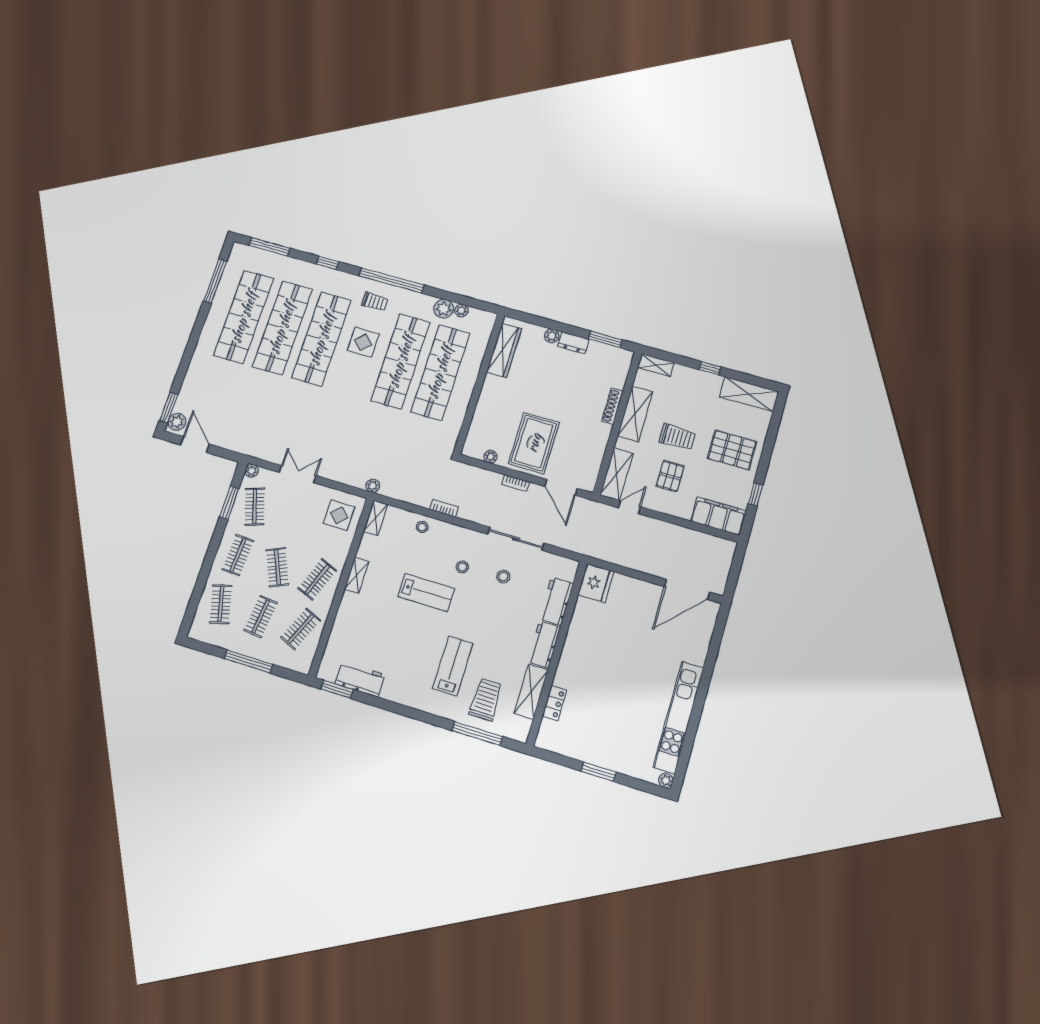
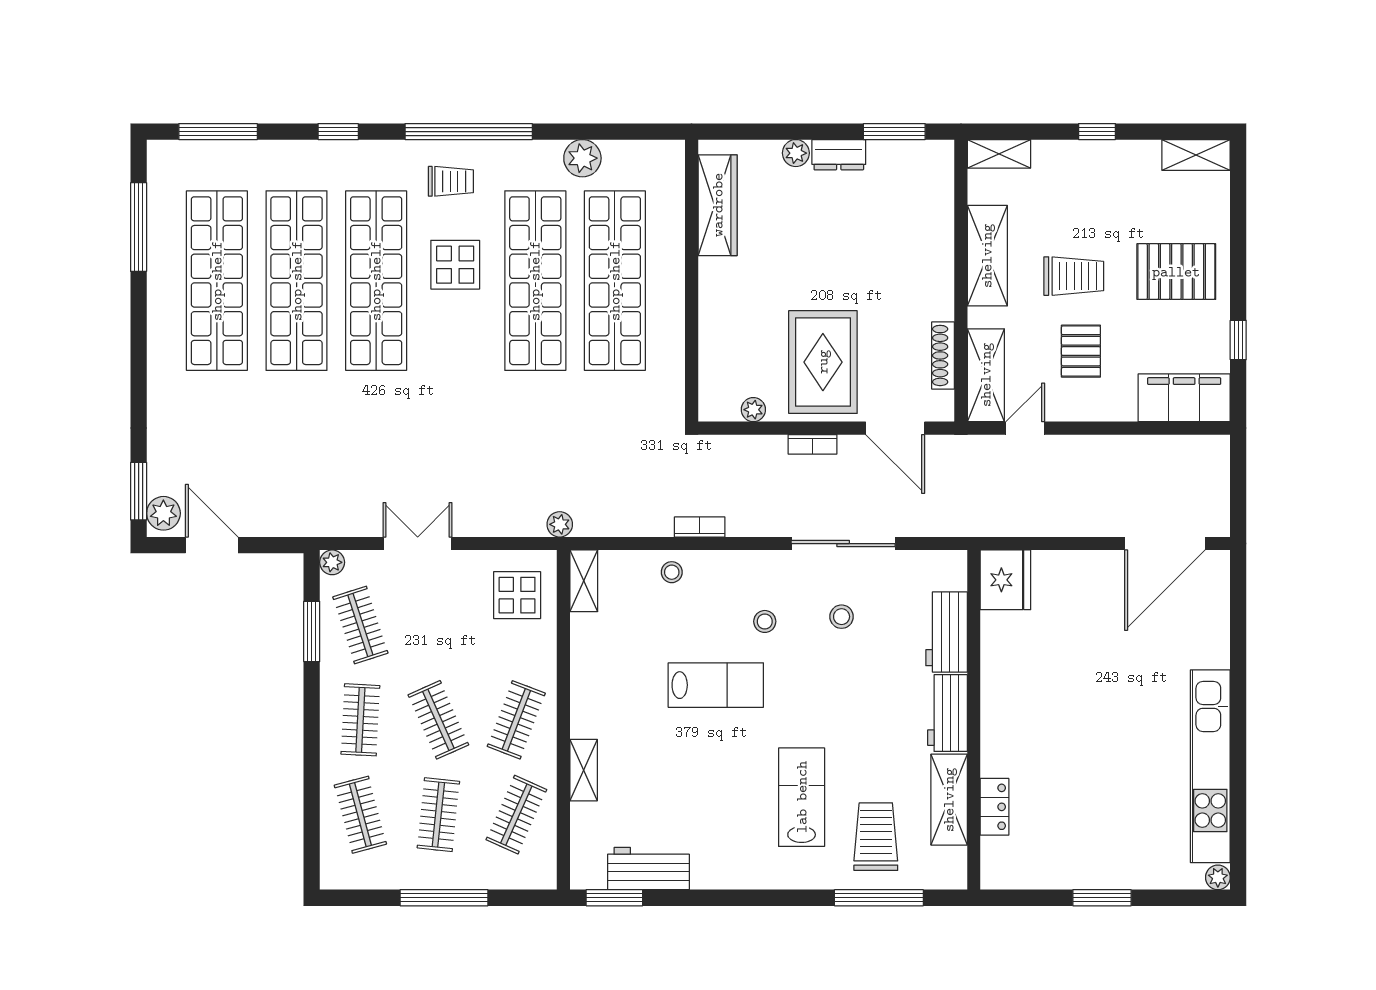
plant: (461, 311) -> (616, 152), removed
shelving: (749, 394) -> (1196, 155), width x0.67, depth x0.75
shoe rack: (612, 406) -> (943, 355), moved
shelving: (357, 575) -> (584, 770), moved

